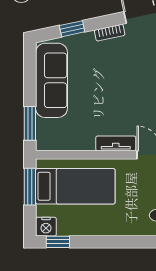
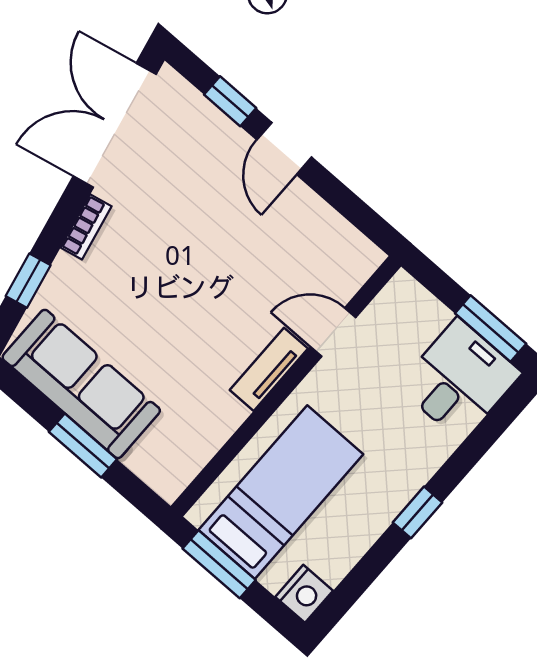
window: (30, 123) -> (83, 445), moved
window: (58, 242) -> (417, 512), moved

